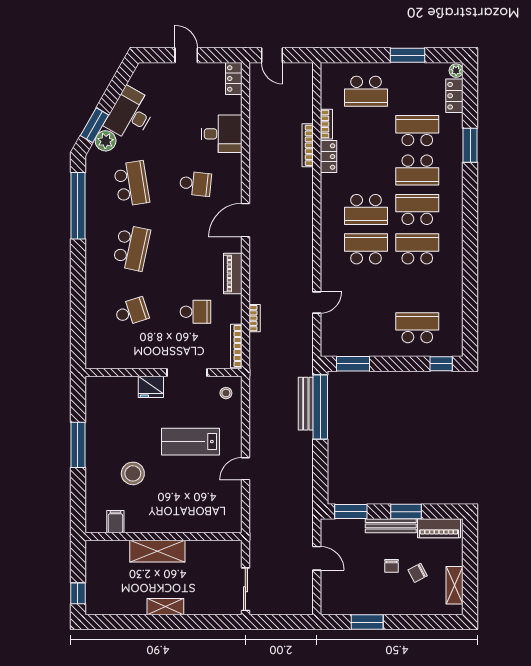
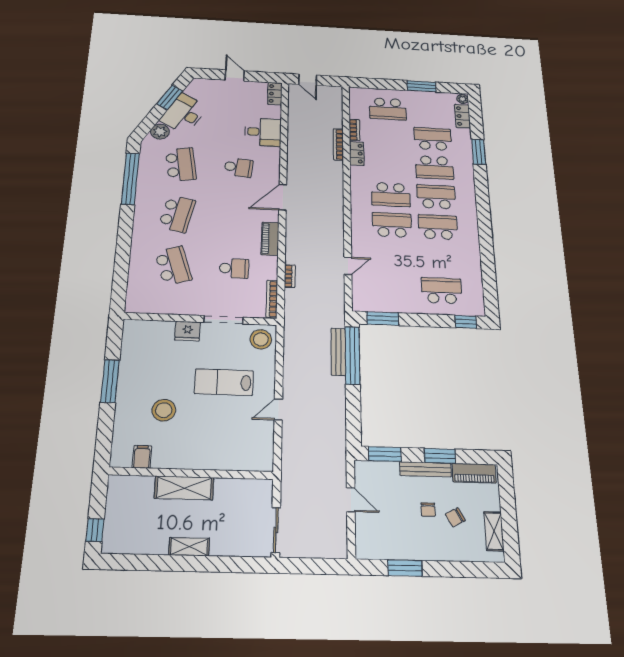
window: (94, 125) -> (170, 97), moved
school desk: (132, 312) -> (173, 266), width x1.85
stool: (226, 393) -> (261, 339), width x1.89, depth x1.89

